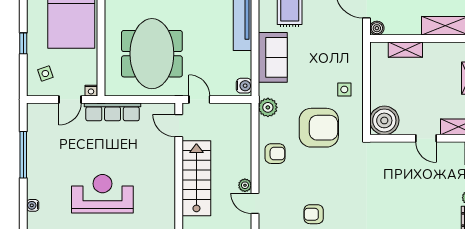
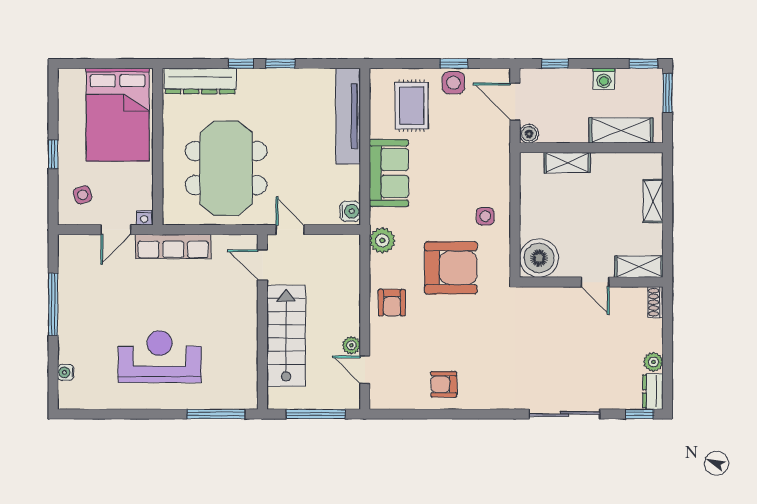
armchair: (275, 154) -> (392, 303), turned 90

